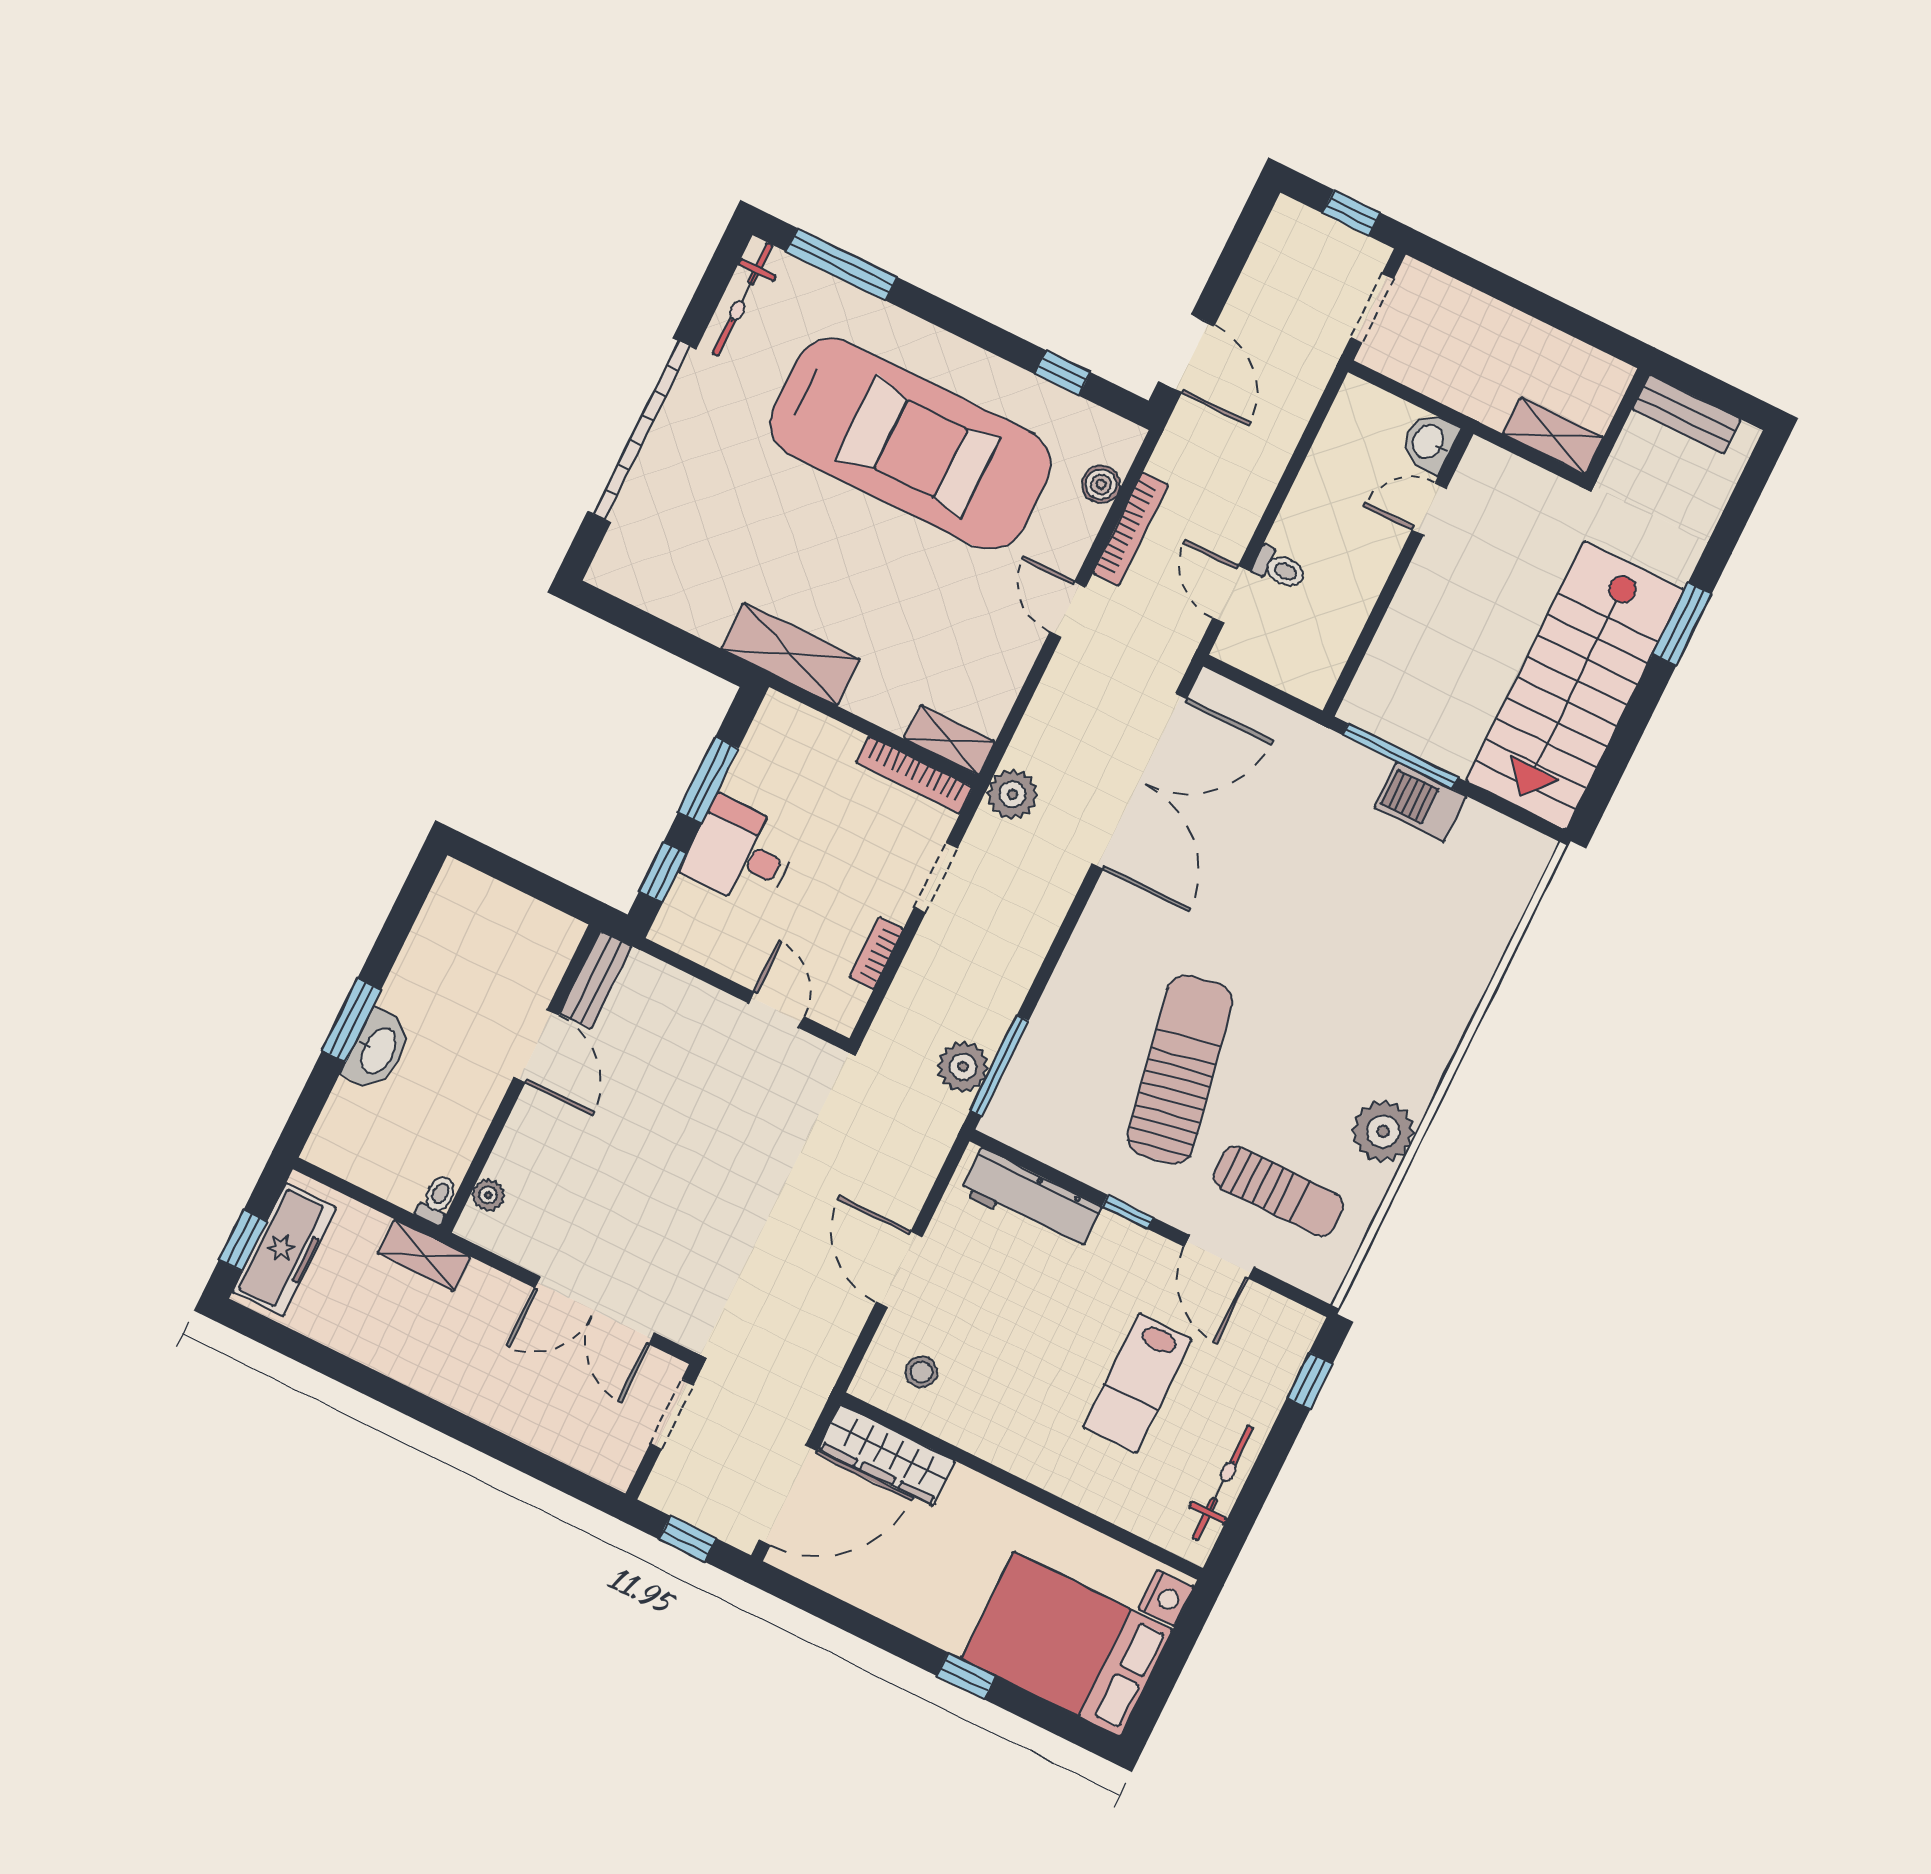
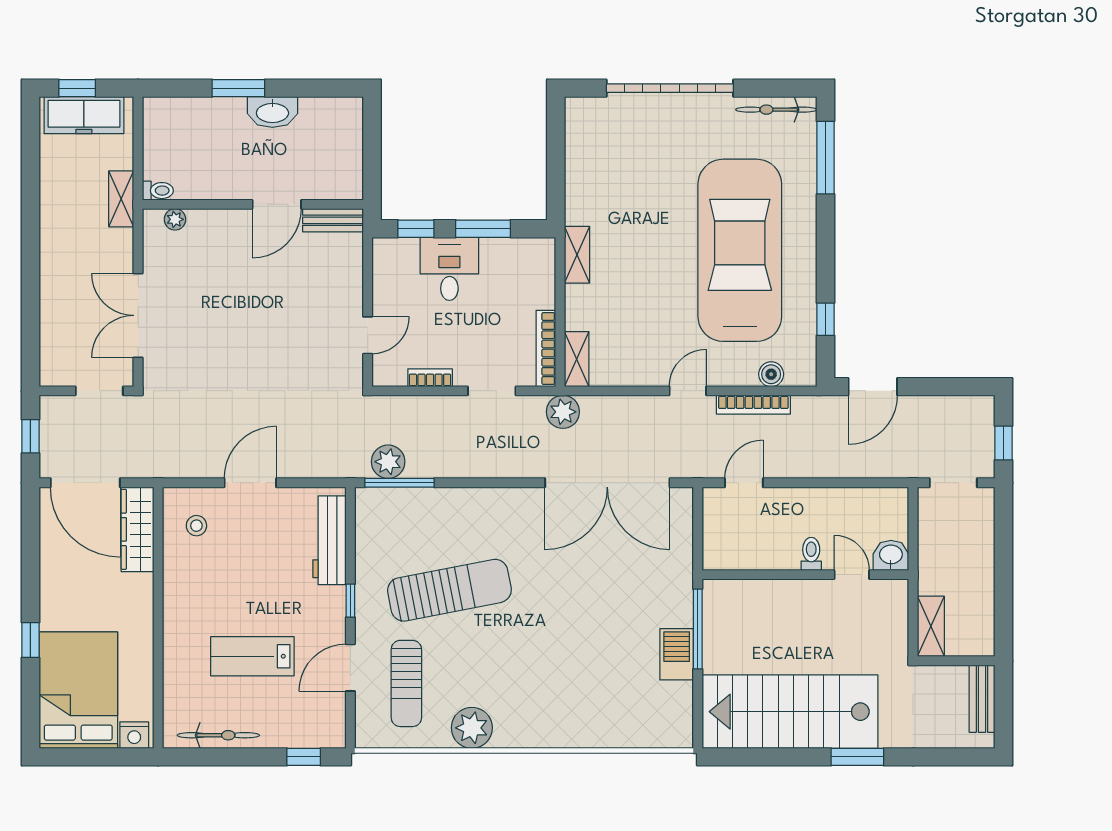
car: (911, 444) -> (740, 250), turned 180
toilet: (1279, 568) -> (811, 554), moved, turned 180
shelving: (791, 654) -> (577, 255), width x0.67, depth x0.75
washbasin: (377, 1050) -> (272, 112), moved

